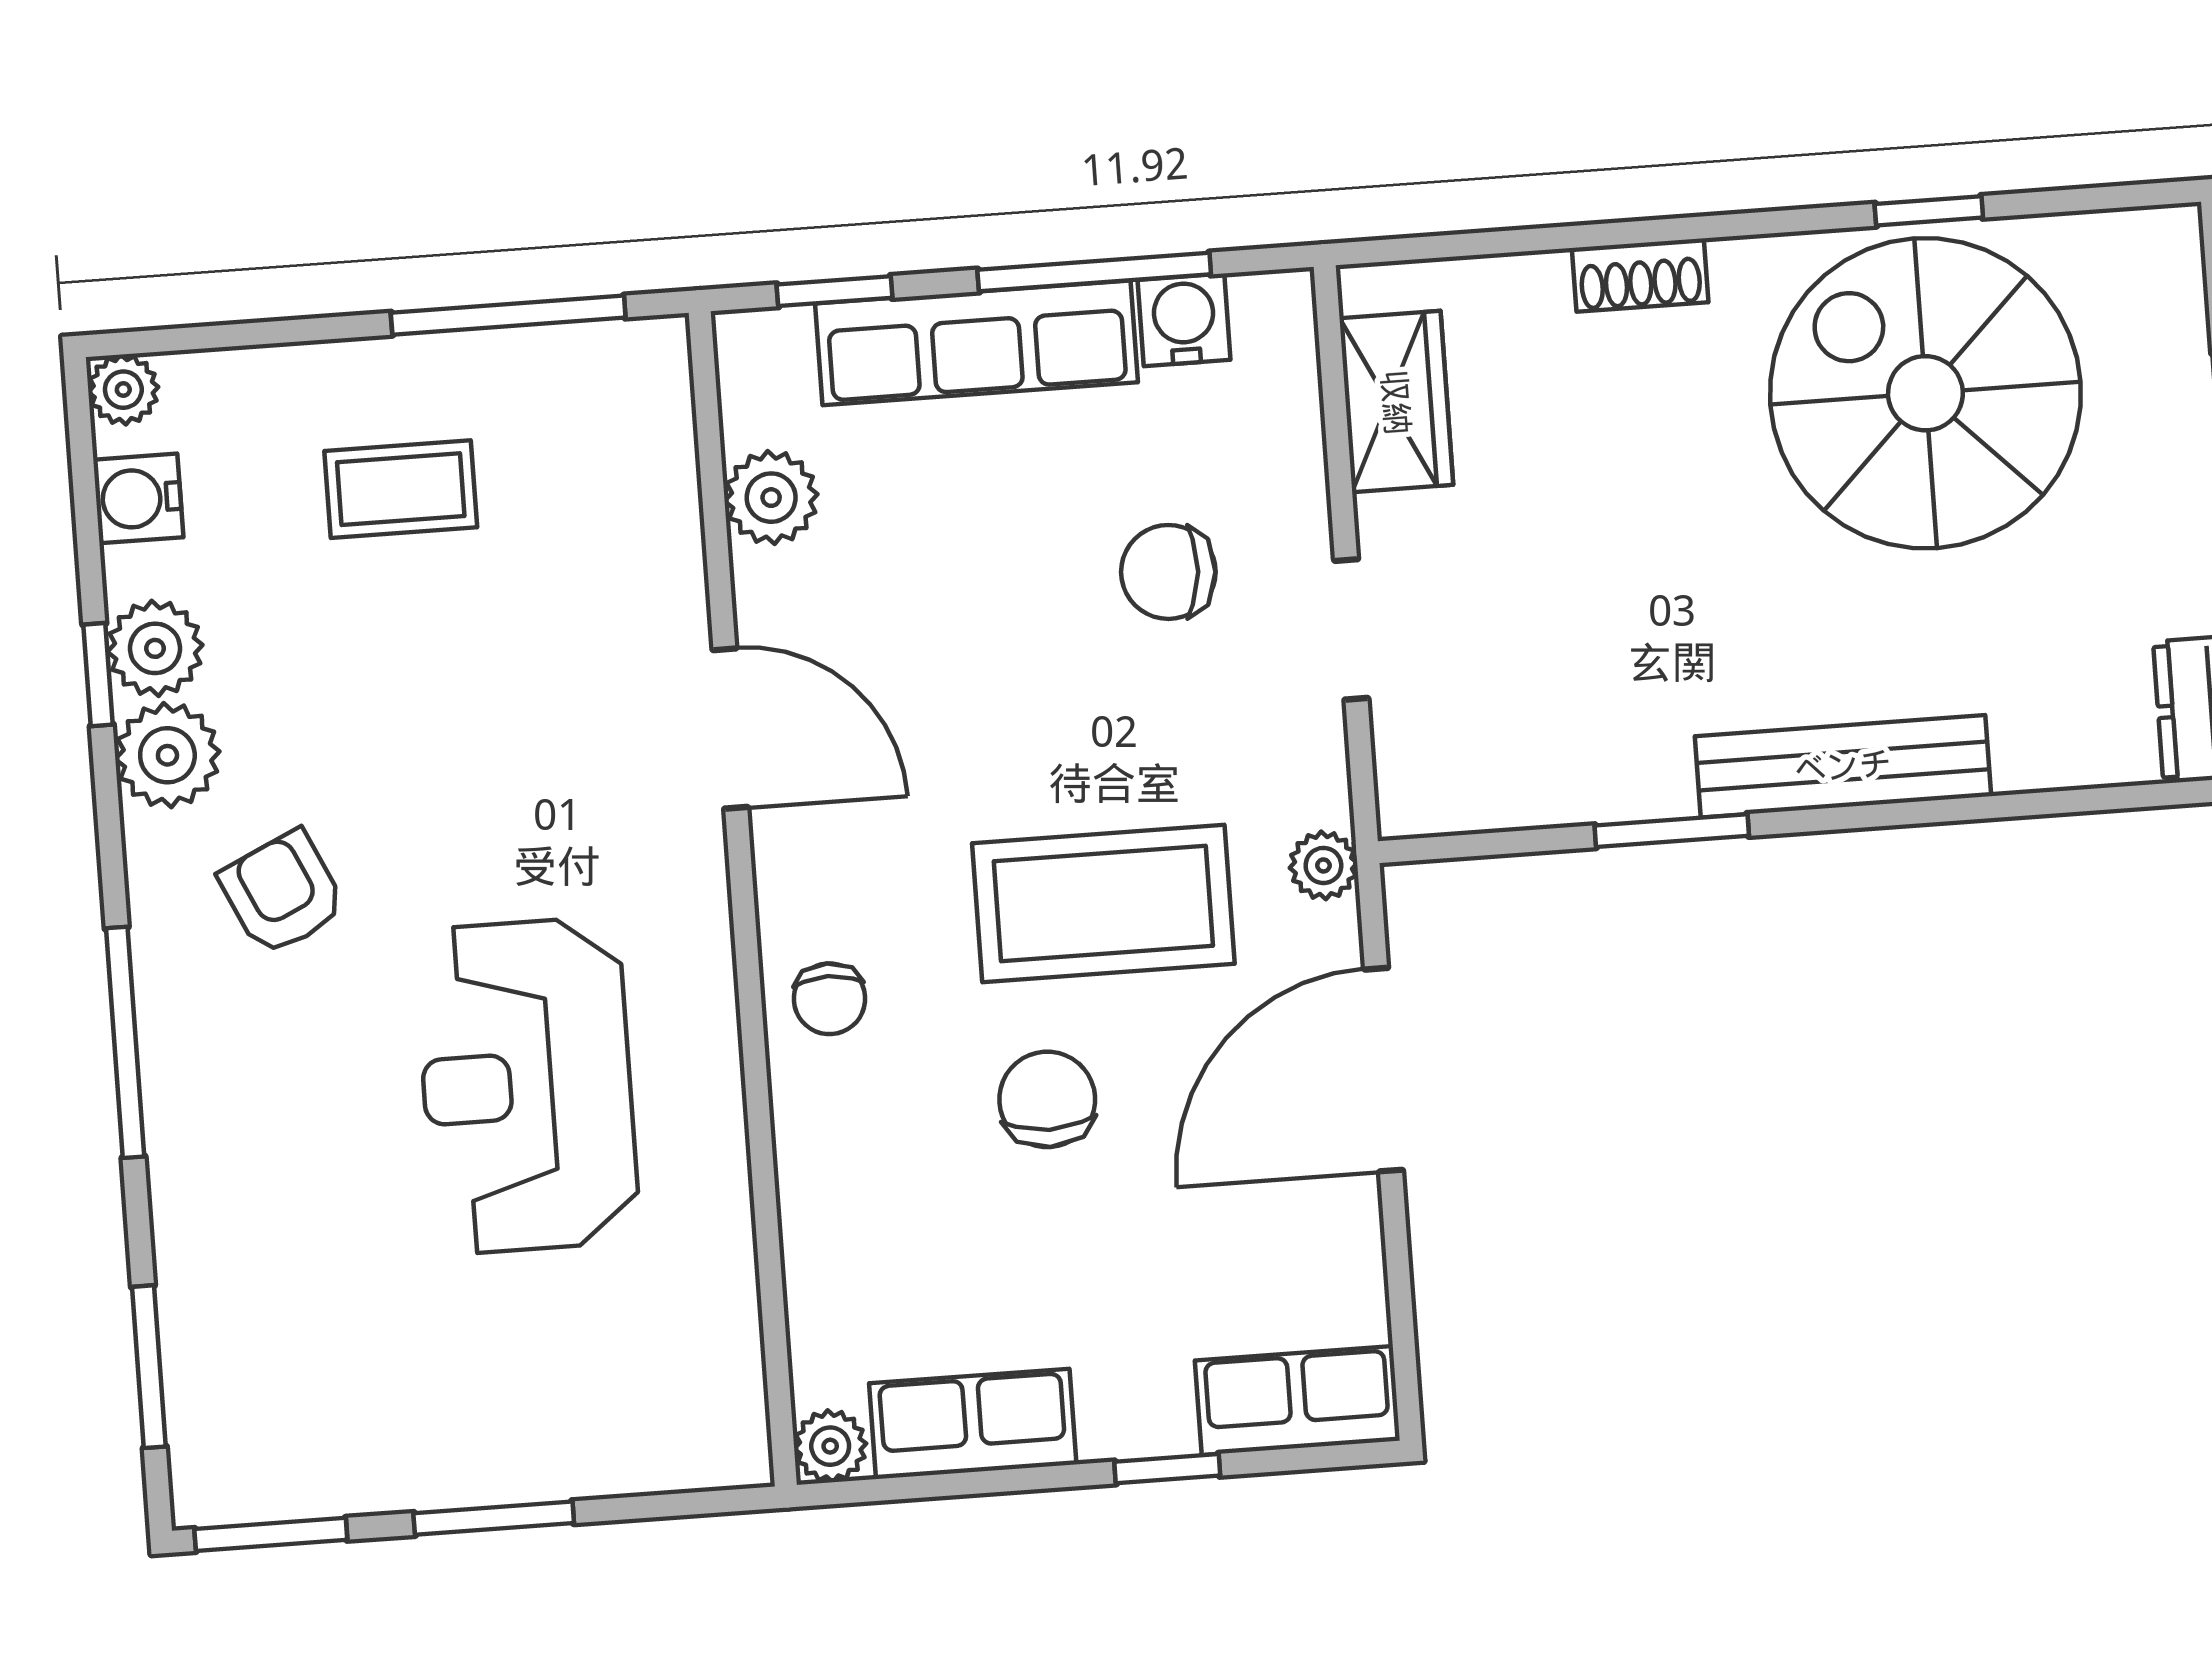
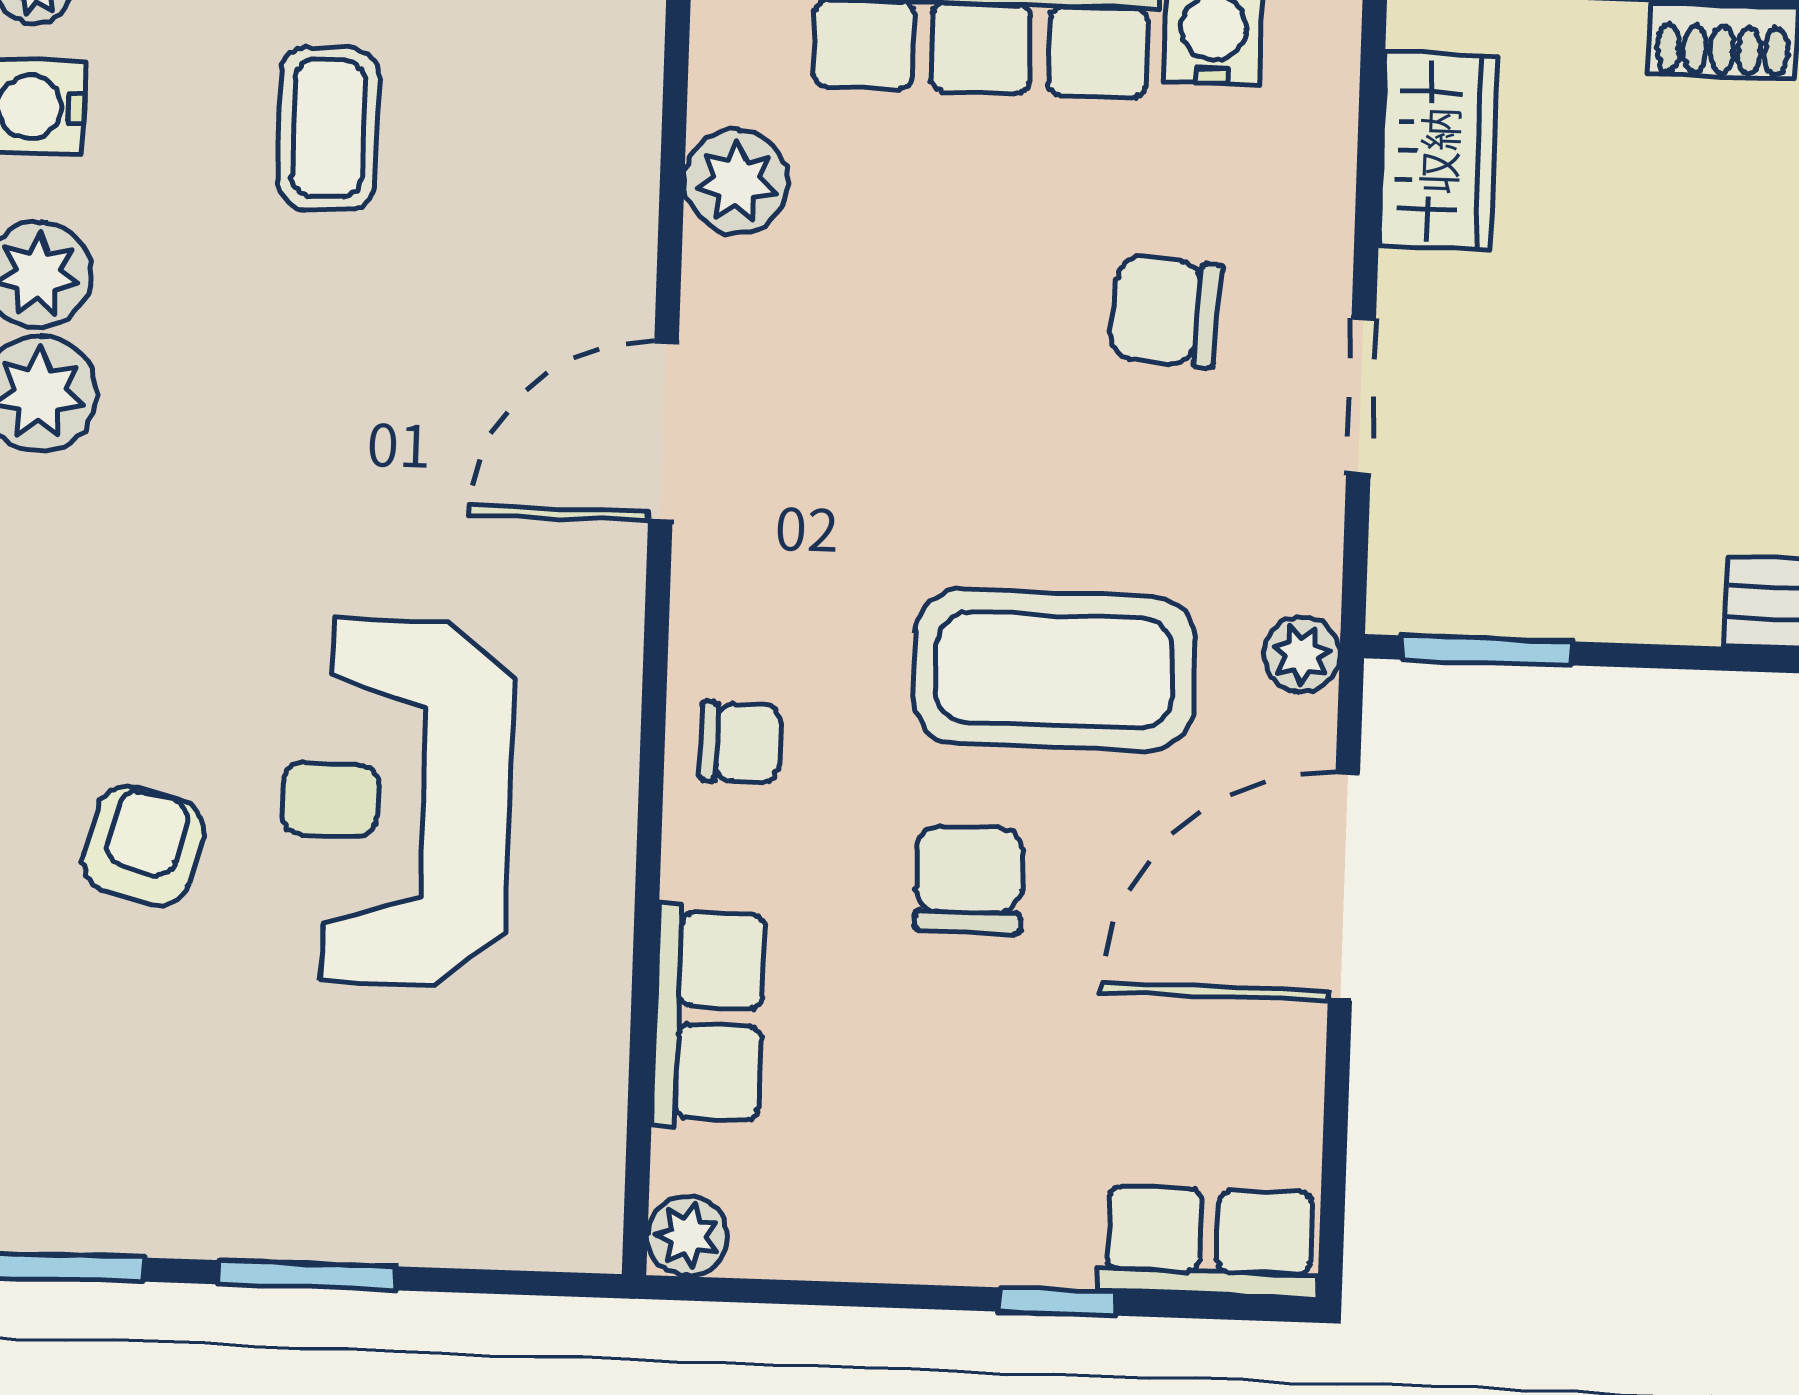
coffee table: (401, 489) -> (328, 128), turned 90
door: (730, 729) -> (663, 432), swing flipped
window: (1672, 831) -> (1487, 650), moved
armchair: (282, 893) -> (143, 846), moved, turned 40
chair: (829, 999) -> (740, 742), turned -90
row of seats: (973, 1424) -> (708, 1016), moved, turned 90

